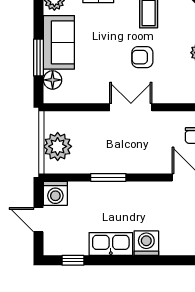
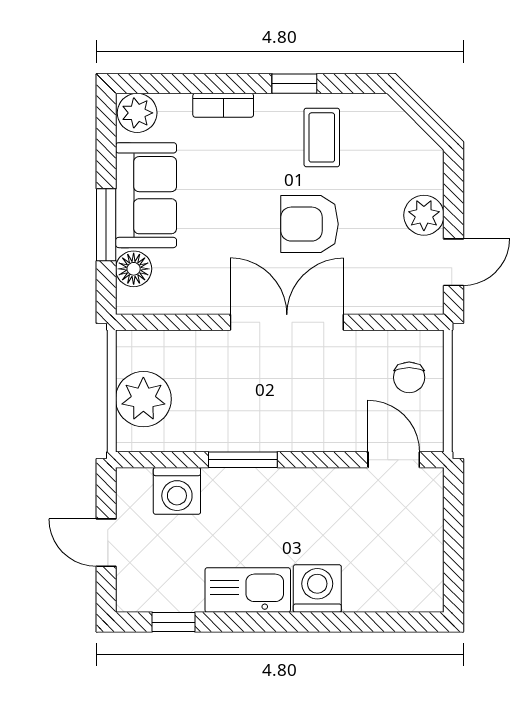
armchair: (142, 57) -> (309, 224), width x1.38, depth x1.38
double door: (131, 107) -> (287, 322), width x1.37
washing machine: (55, 193) -> (177, 491), moved

